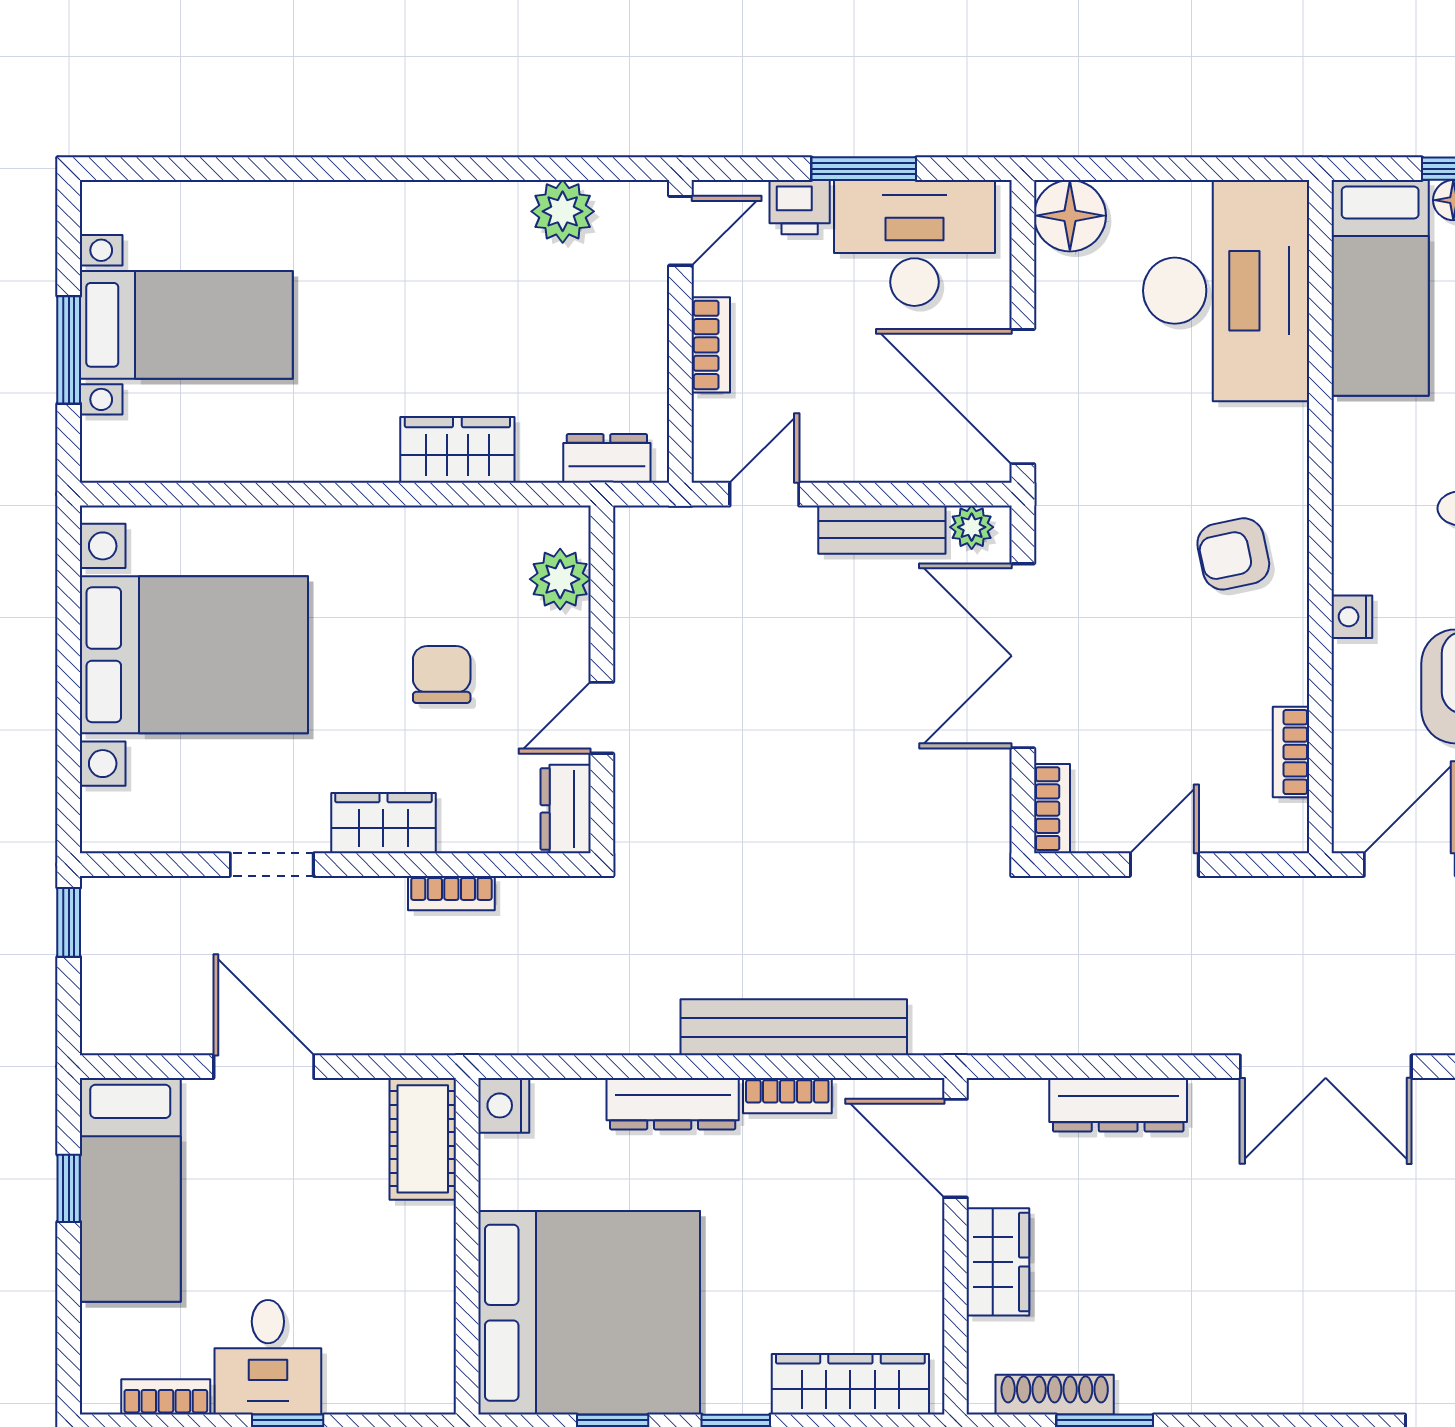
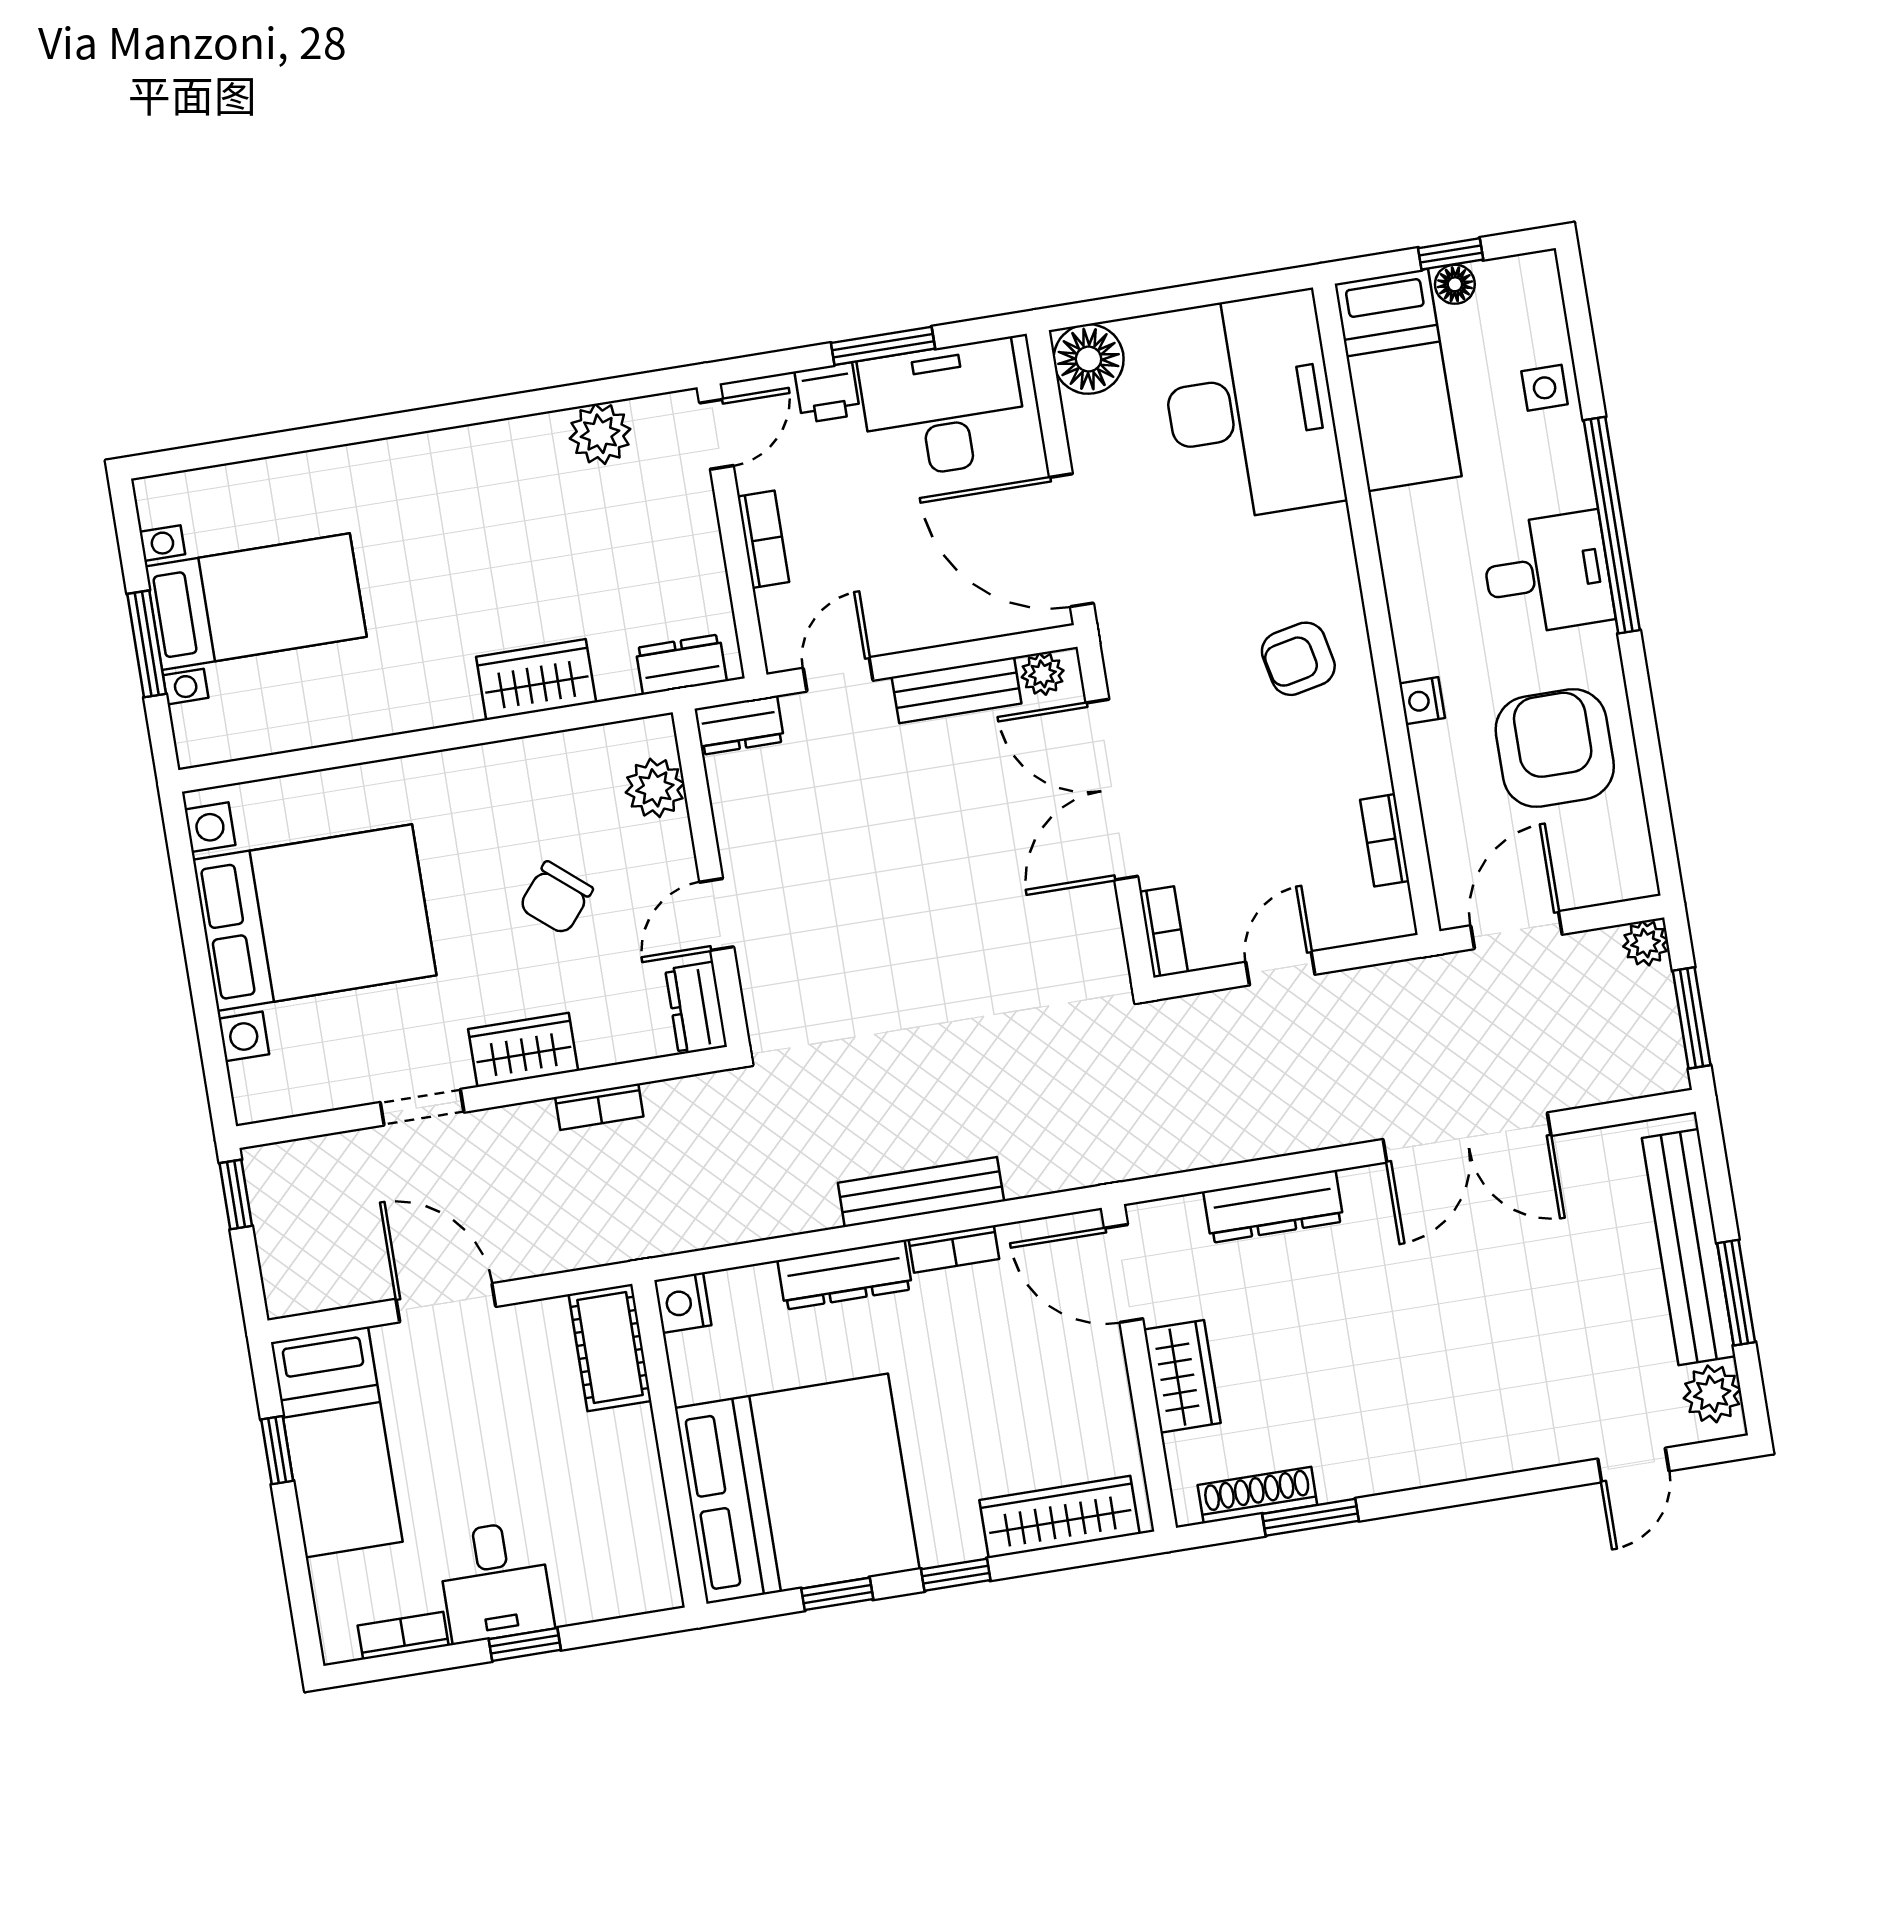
dresser: (656, 529) -> (739, 725), added
chair: (442, 674) -> (556, 898), turned -140
bench: (794, 1027) -> (921, 1192), width x0.73, depth x0.82

